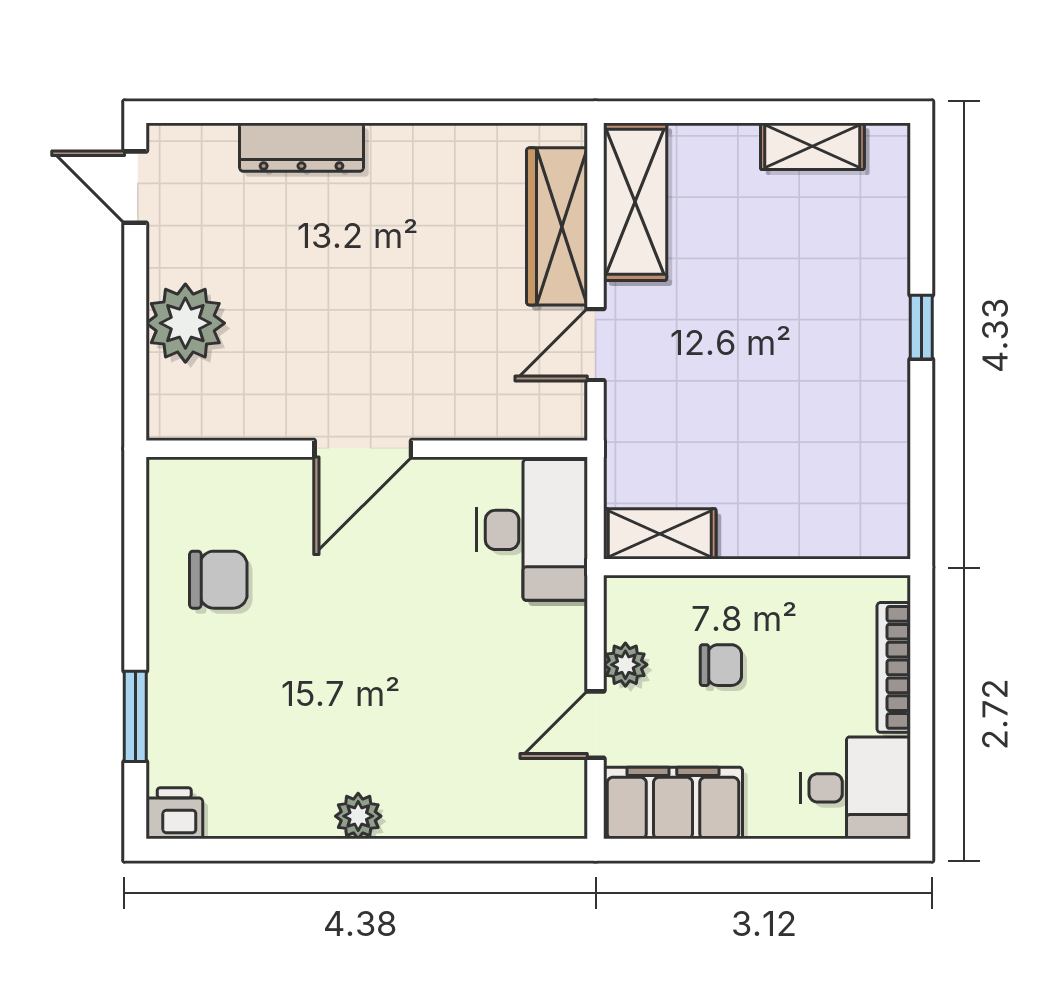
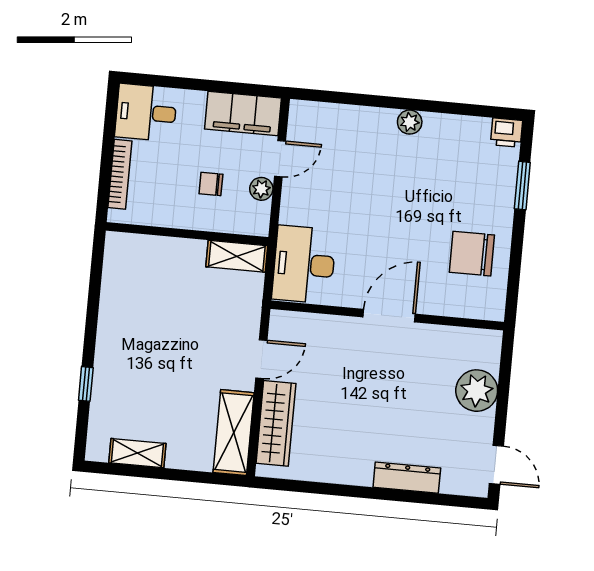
window: (921, 327) -> (86, 384), moved
chair: (218, 580) -> (472, 254), width x1.37, depth x1.37

